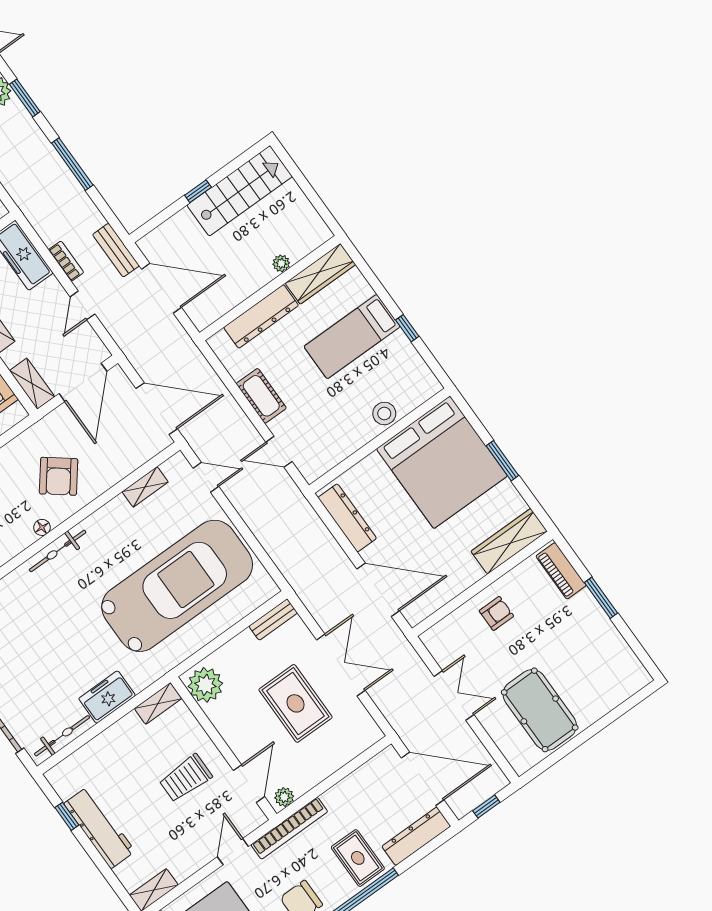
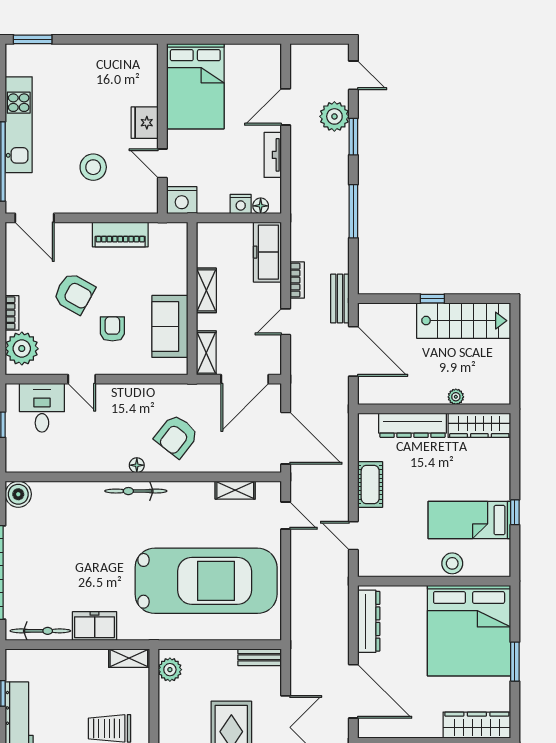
bed: (352, 337) -> (469, 520), moved
plant: (205, 685) -> (170, 670), width x0.73, depth x0.73

